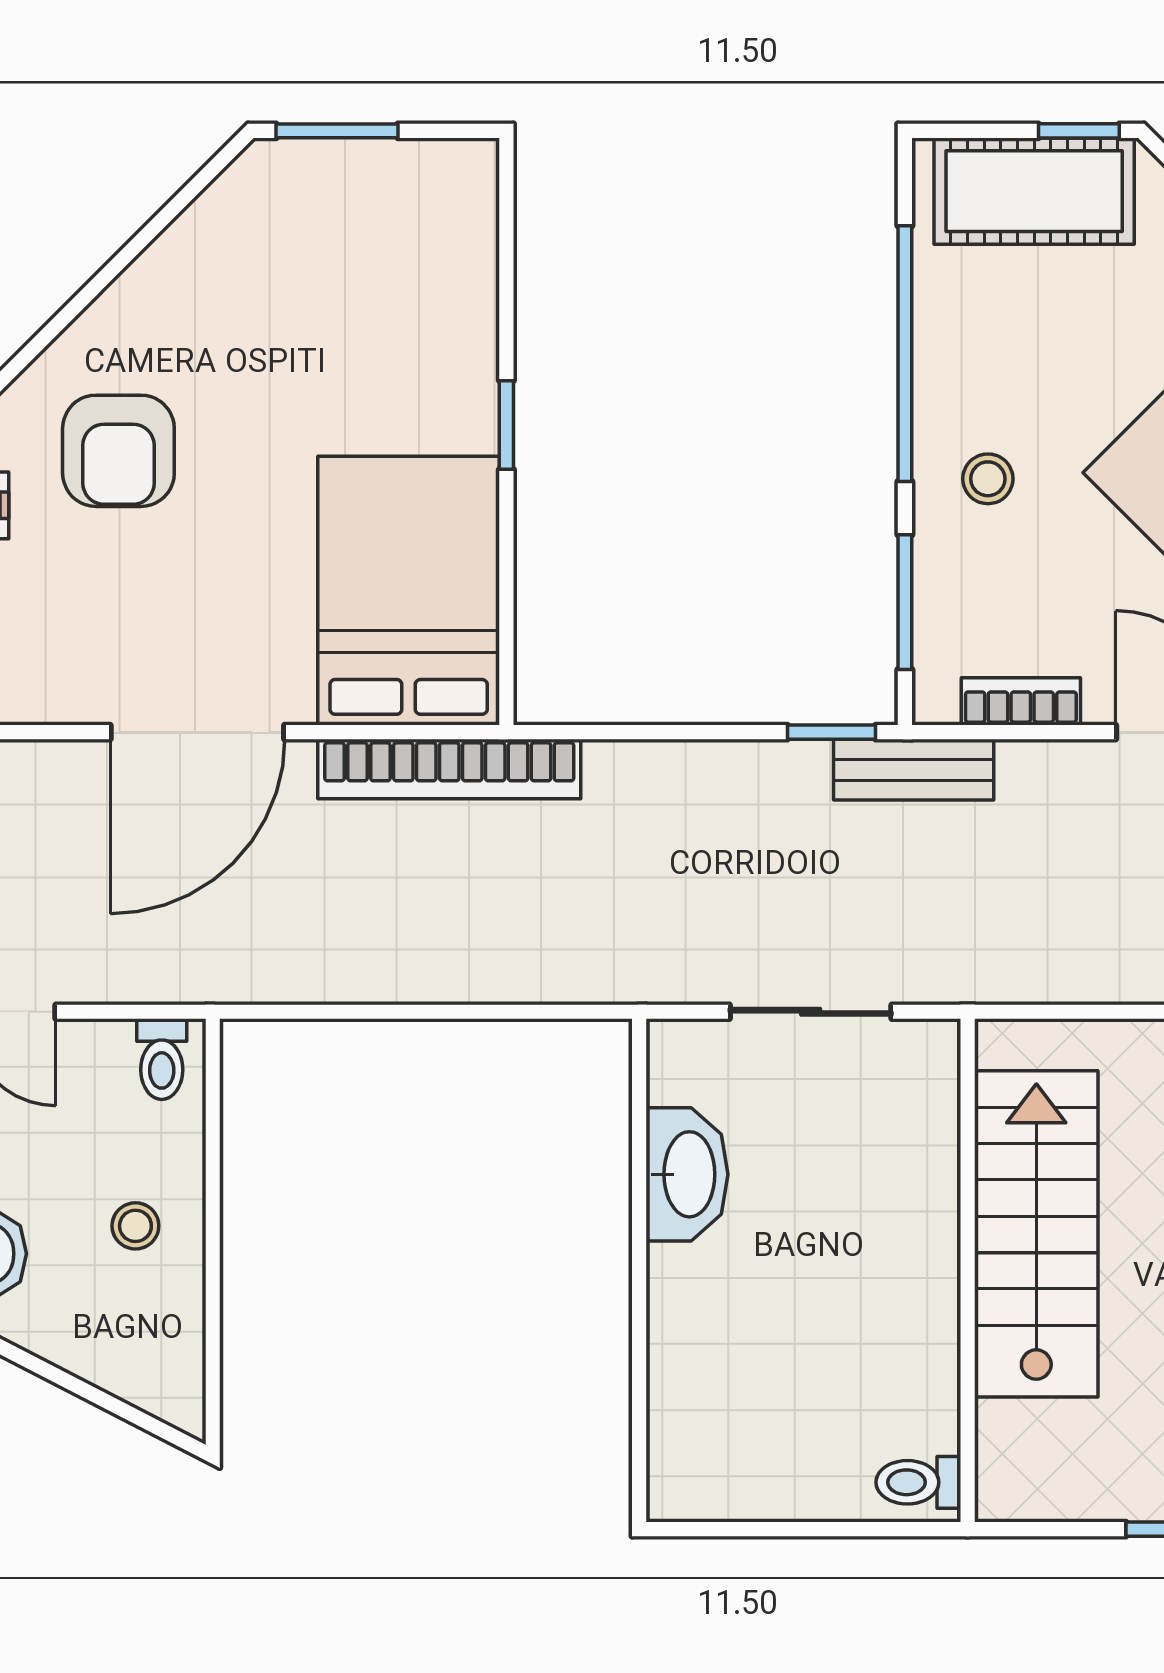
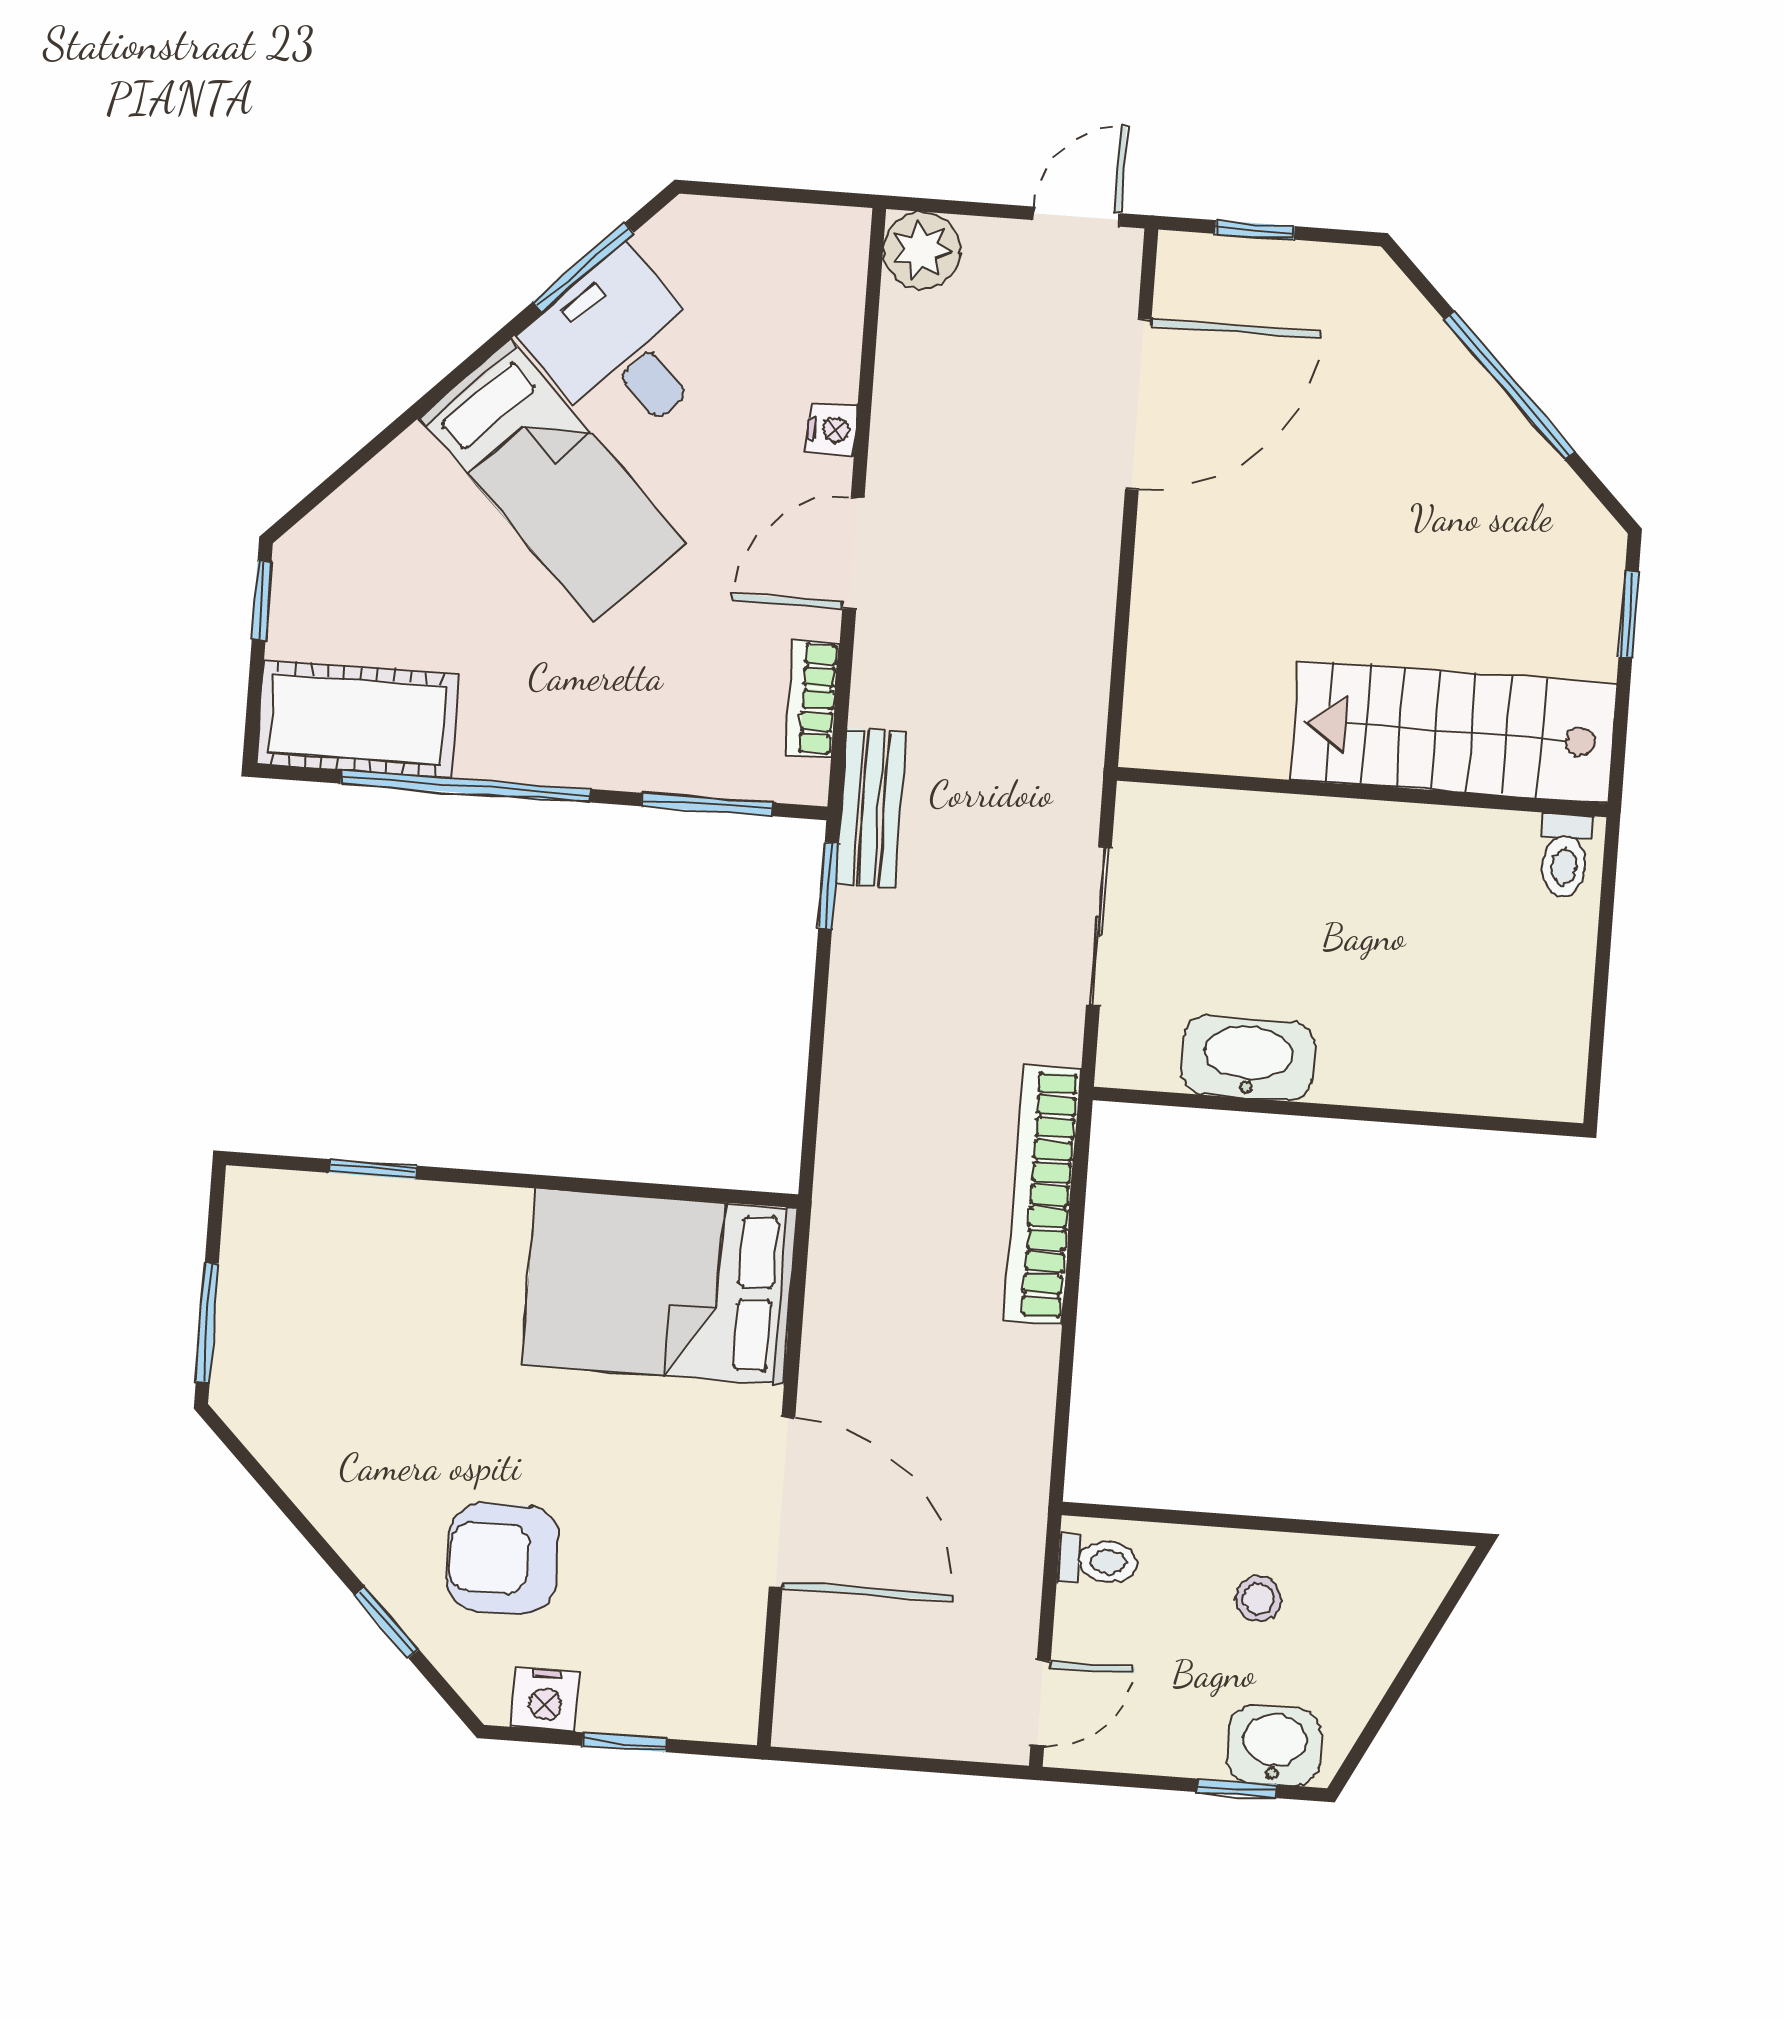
cot: (1034, 191) -> (357, 719), moved, turned 90
window: (44, 337) -> (387, 1622), added
window: (506, 425) -> (373, 1169), moved
armchair: (118, 451) -> (503, 1559), turned 180
stool: (988, 479) -> (593, 715), removed
bookcase: (449, 769) -> (1043, 1194), moved, turned 180
stairs: (1036, 1234) -> (1453, 732), moved

